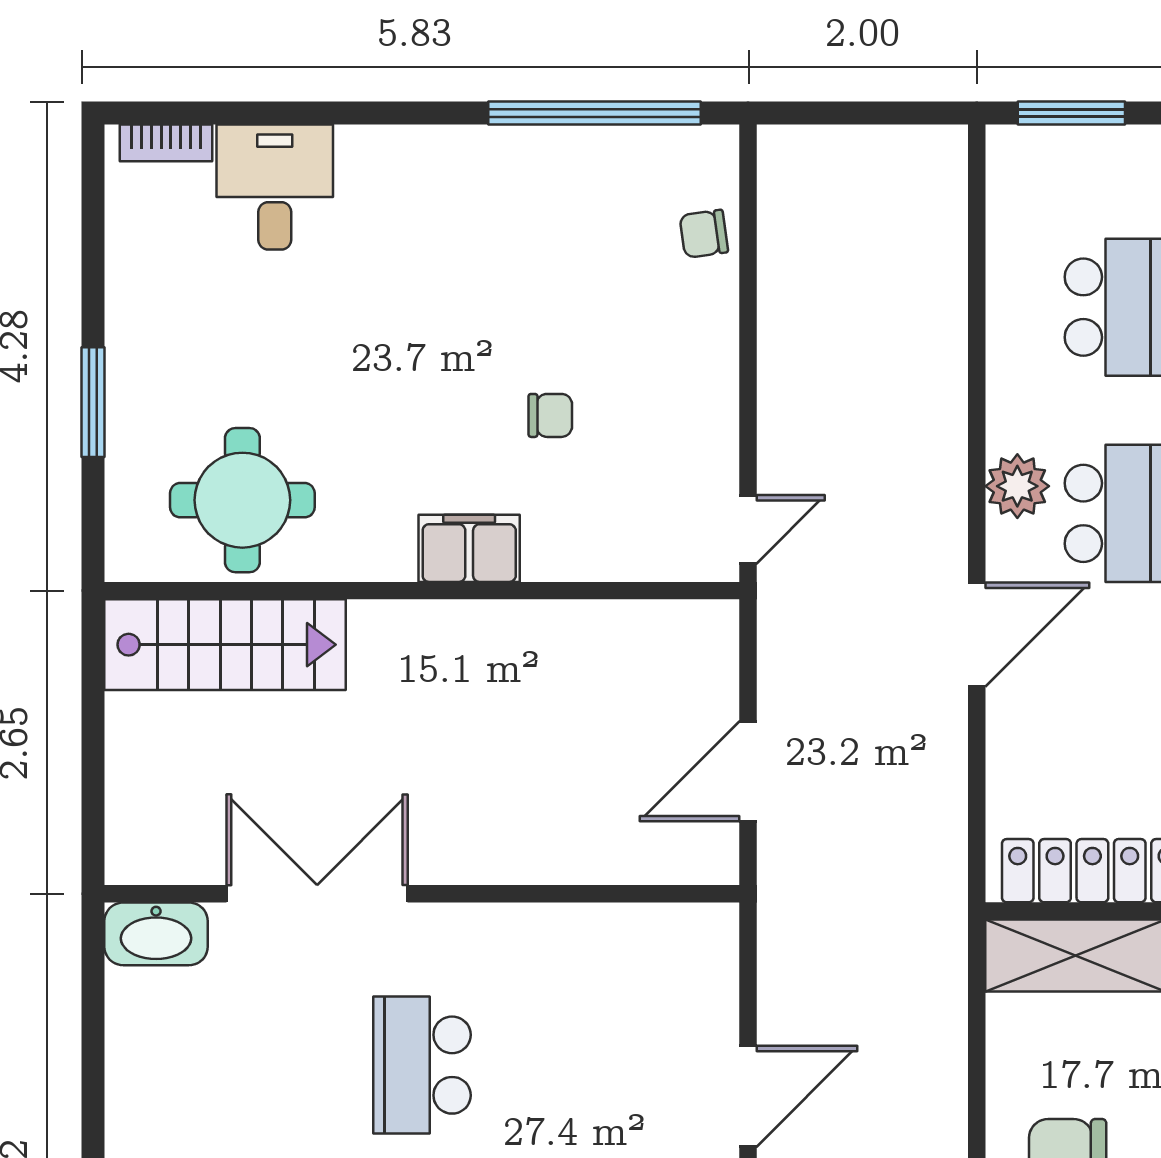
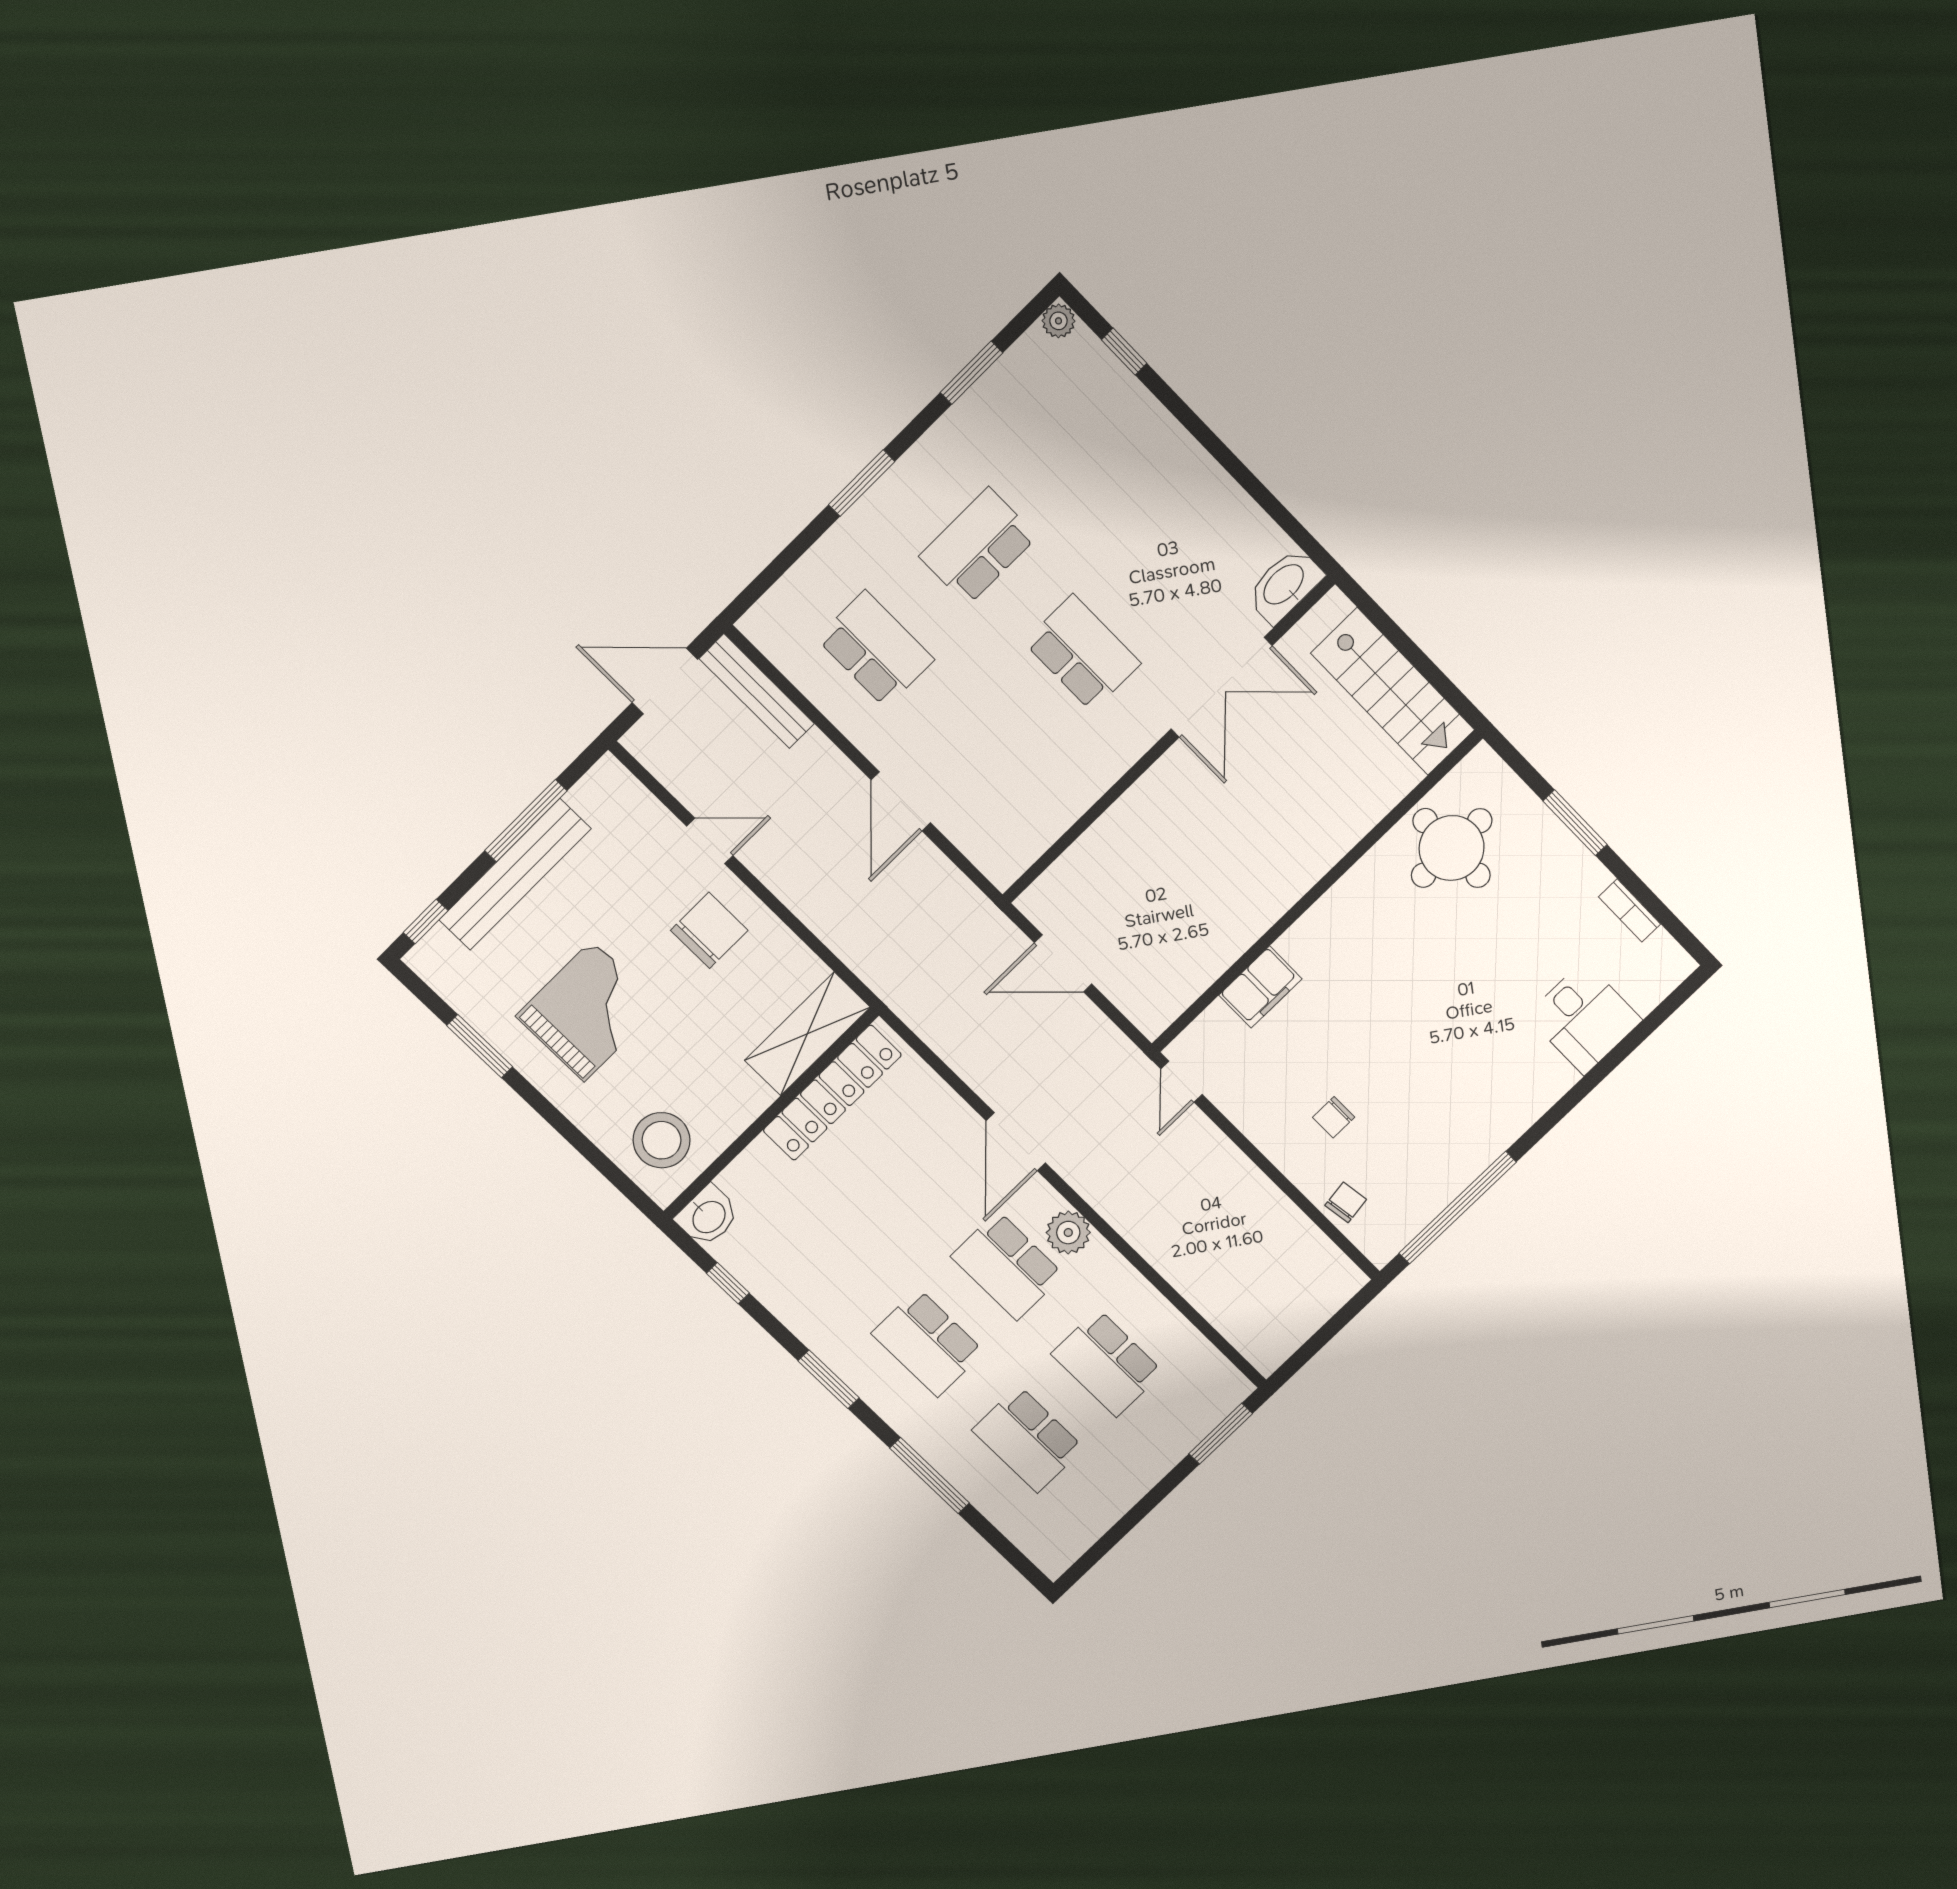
bookcase: (166, 143) -> (1630, 910), moved, turned -90
chair: (550, 415) -> (1334, 1117), moved
filing cabinet: (469, 548) -> (1260, 987), moved
stairs: (225, 645) -> (1393, 692), moved, turned -90
door: (748, 771) -> (1063, 963), swing flipped

